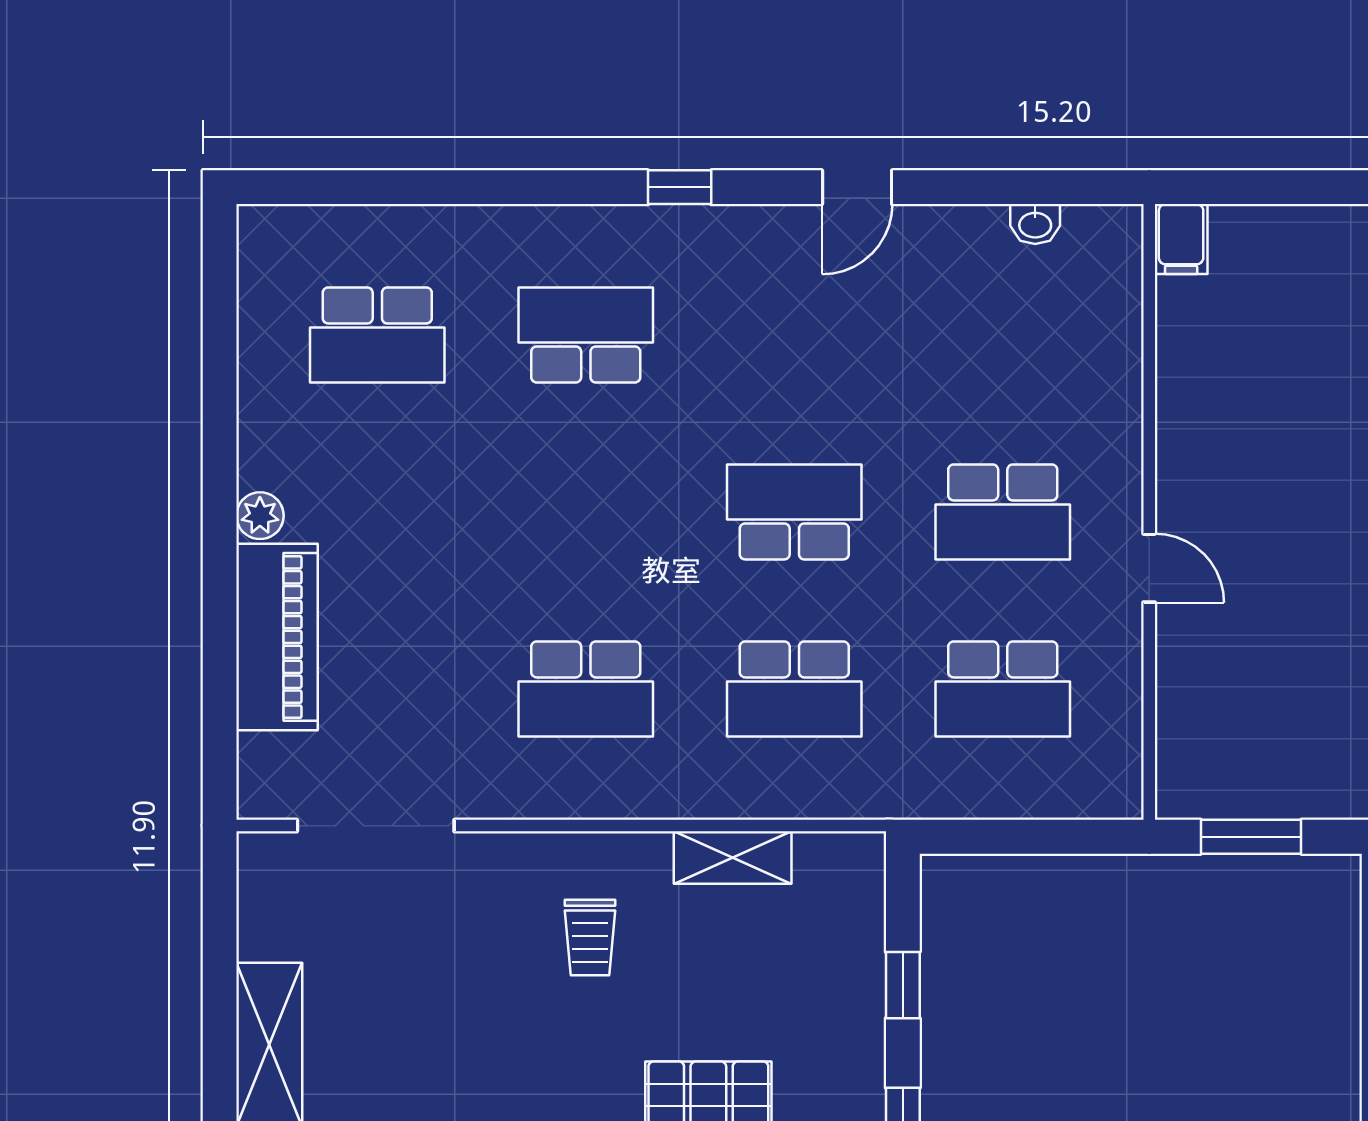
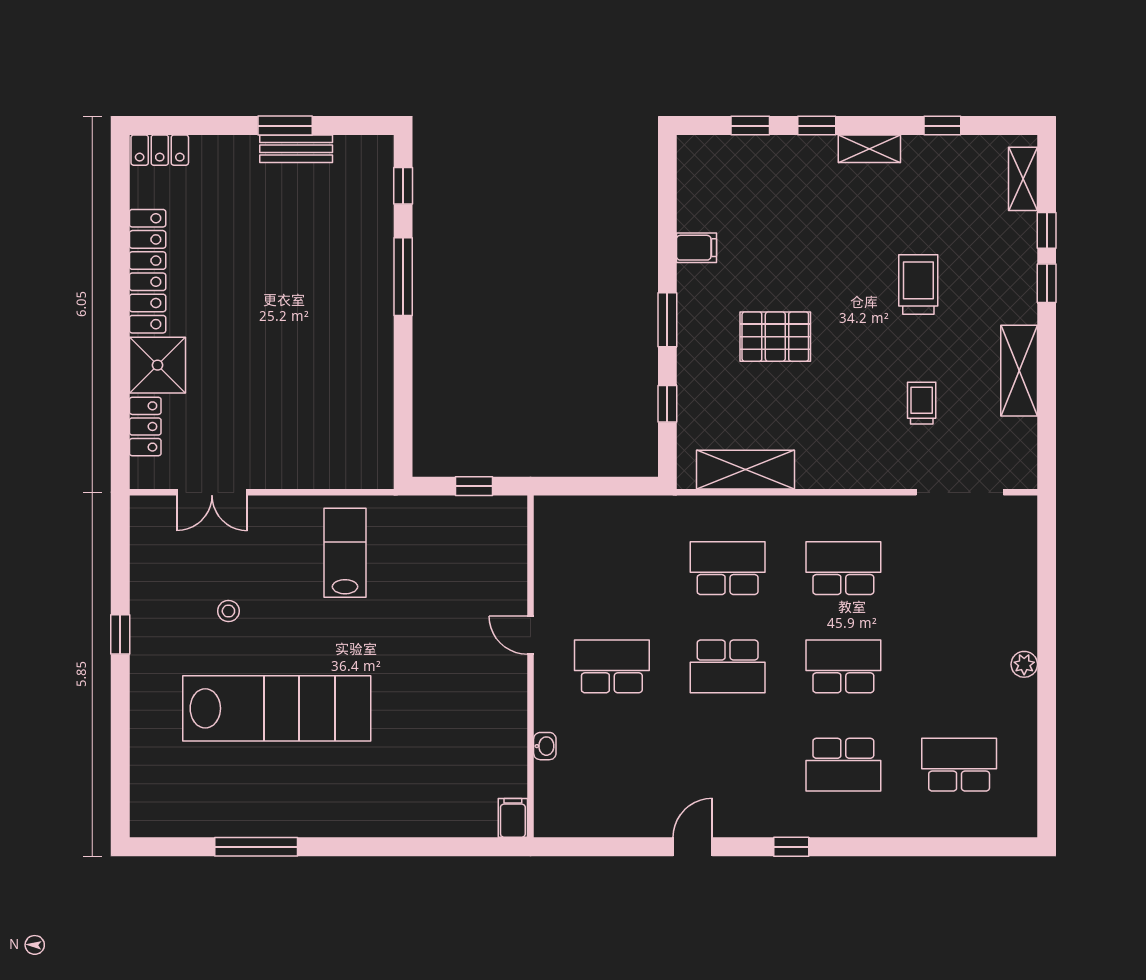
washbasin: (1035, 224) -> (545, 746), moved, turned 90
piano: (277, 637) -> (1015, 597), removed
school desk: (1003, 689) -> (843, 666), moved
window: (1251, 837) -> (474, 486), width x0.67
shelving: (733, 858) -> (746, 470), width x1.50, depth x1.33
trolley: (590, 938) -> (922, 403), moved

